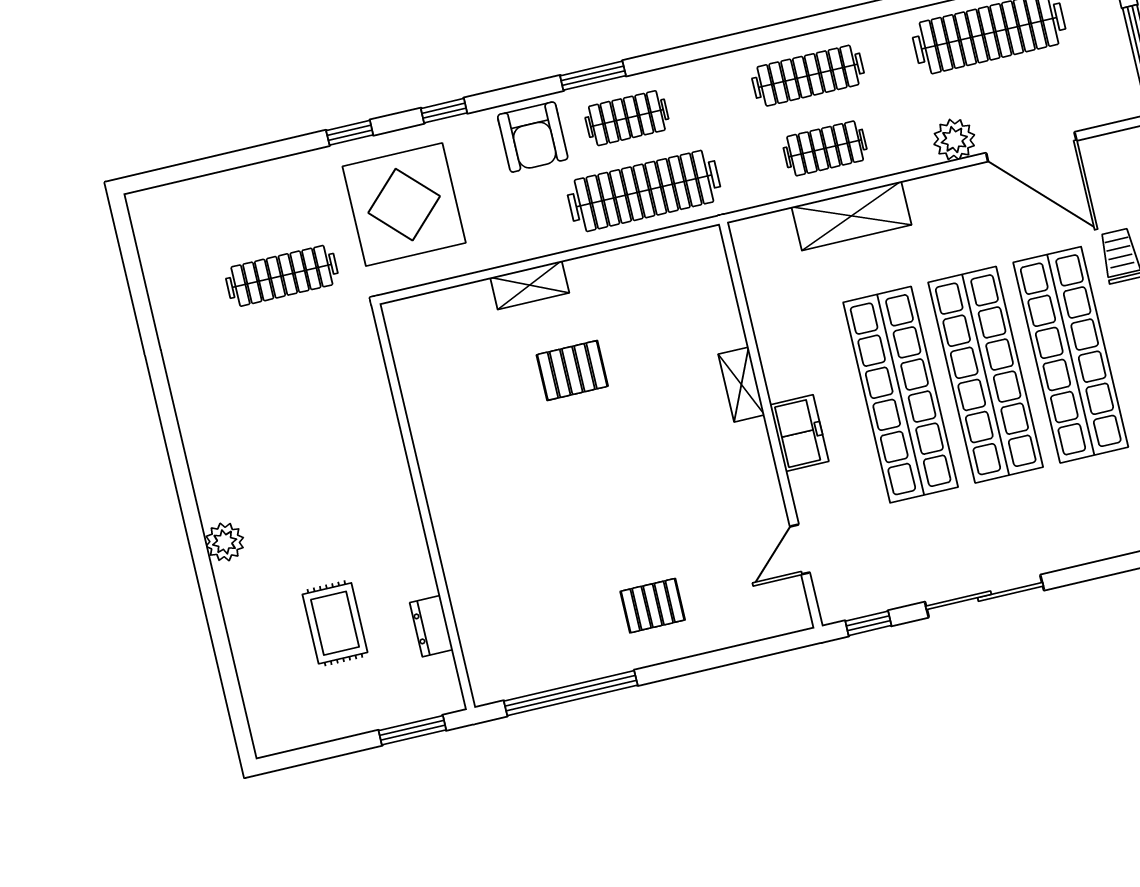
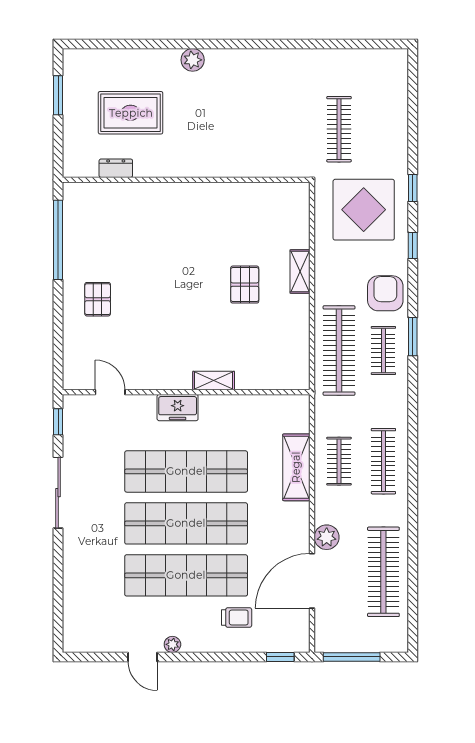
armchair: (533, 137) -> (385, 293), turned 90
rug: (335, 623) -> (131, 113), width x1.36, depth x1.43
window: (412, 730) -> (58, 95), moved

